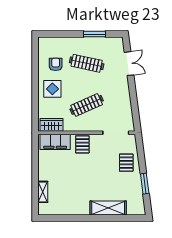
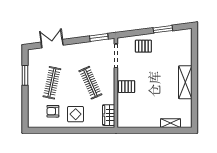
window: (136, 114) -> (99, 38), added
filing cabinet: (55, 142) -> (124, 112), removed
shelving: (108, 208) -> (185, 82), moved

